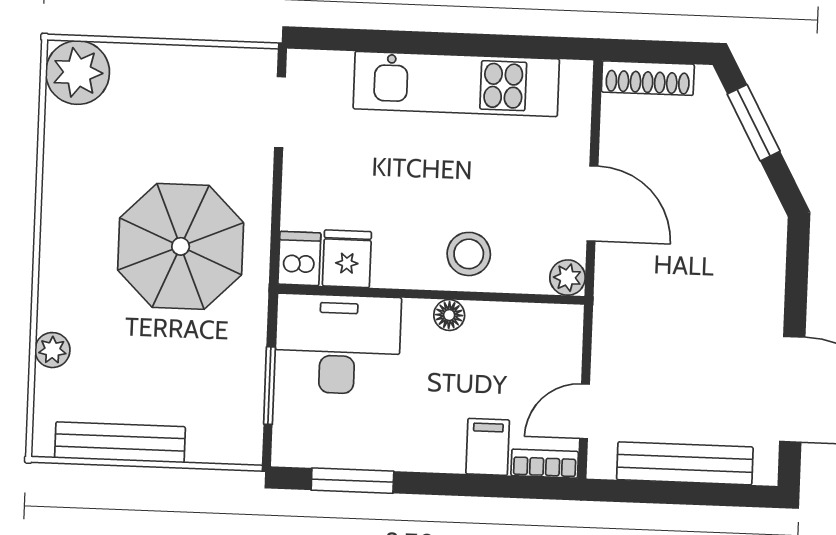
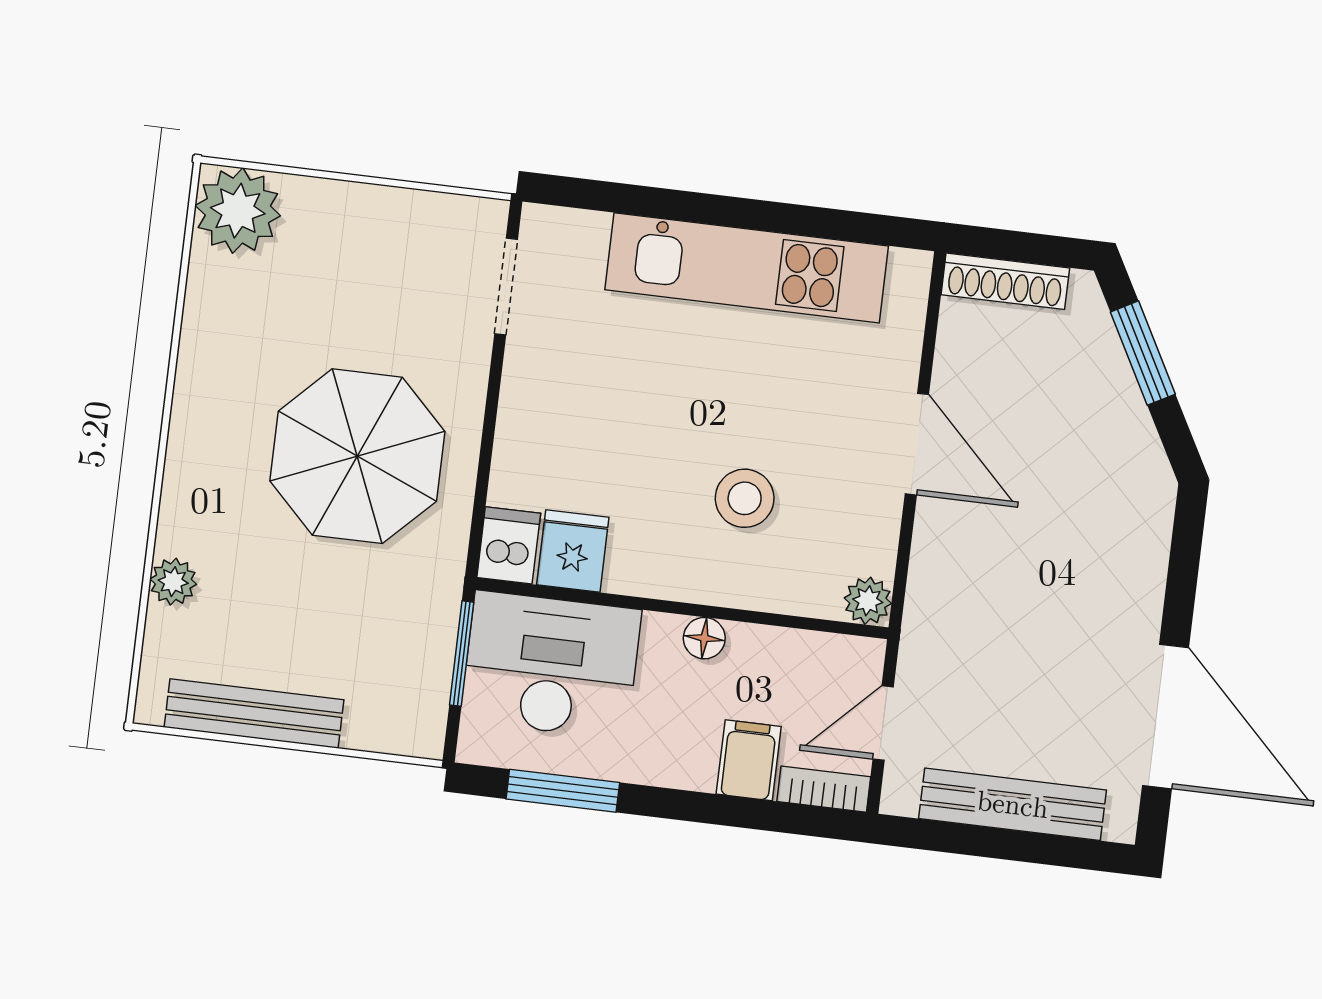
dishwasher: (299, 258) -> (509, 545), moved
fridge: (347, 259) -> (573, 551), moved
plant: (567, 278) -> (868, 601), moved
wall: (431, 294) -> (682, 608), moved
floor lamp: (449, 315) -> (704, 638), moved
desk: (338, 344) -> (551, 665), moved

